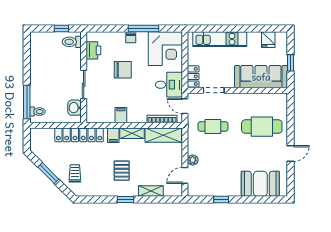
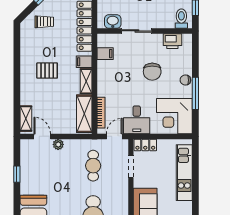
filing cabinet: (121, 115) -> (105, 54), moved
shelving: (151, 191) -> (26, 119), moved
window: (125, 200) -> (17, 75), removed

